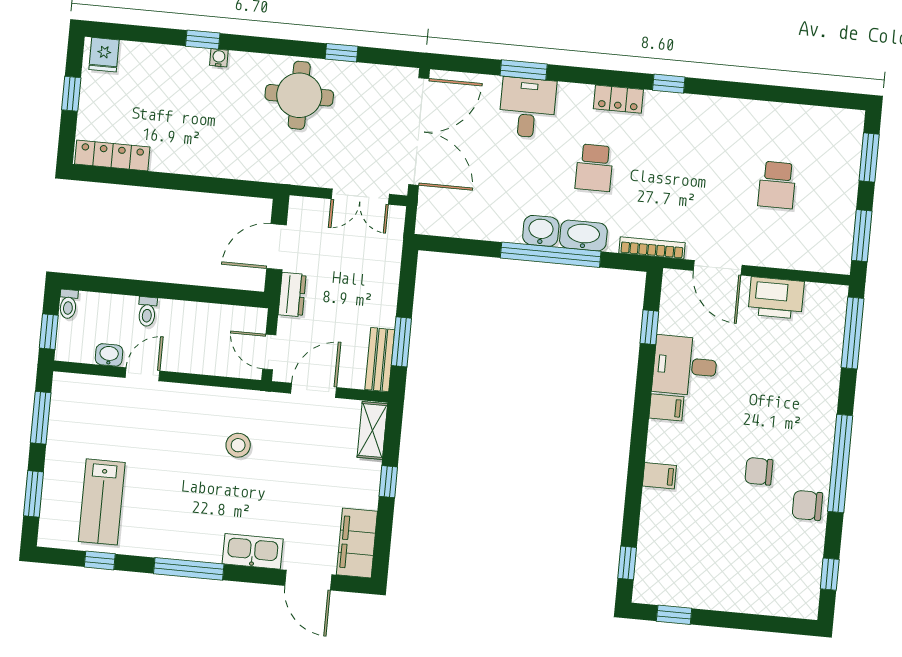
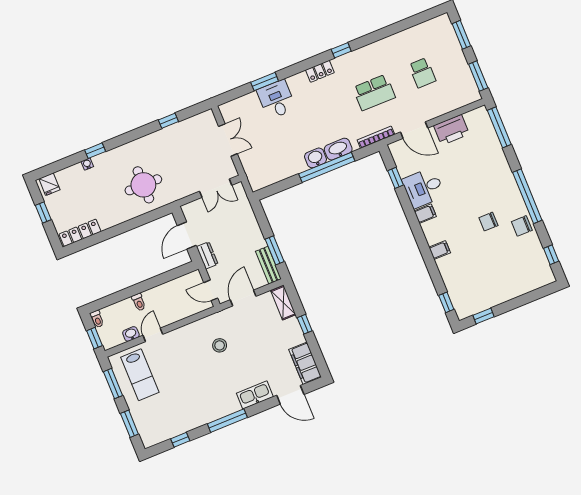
water cooler: (219, 58) -> (87, 164), moved
round table: (299, 95) -> (143, 185), moved
double door: (419, 131) -> (228, 140), width x0.54
school desk: (594, 168) -> (374, 92), moved, width x1.85
lab bench: (102, 502) -> (140, 375), moved

